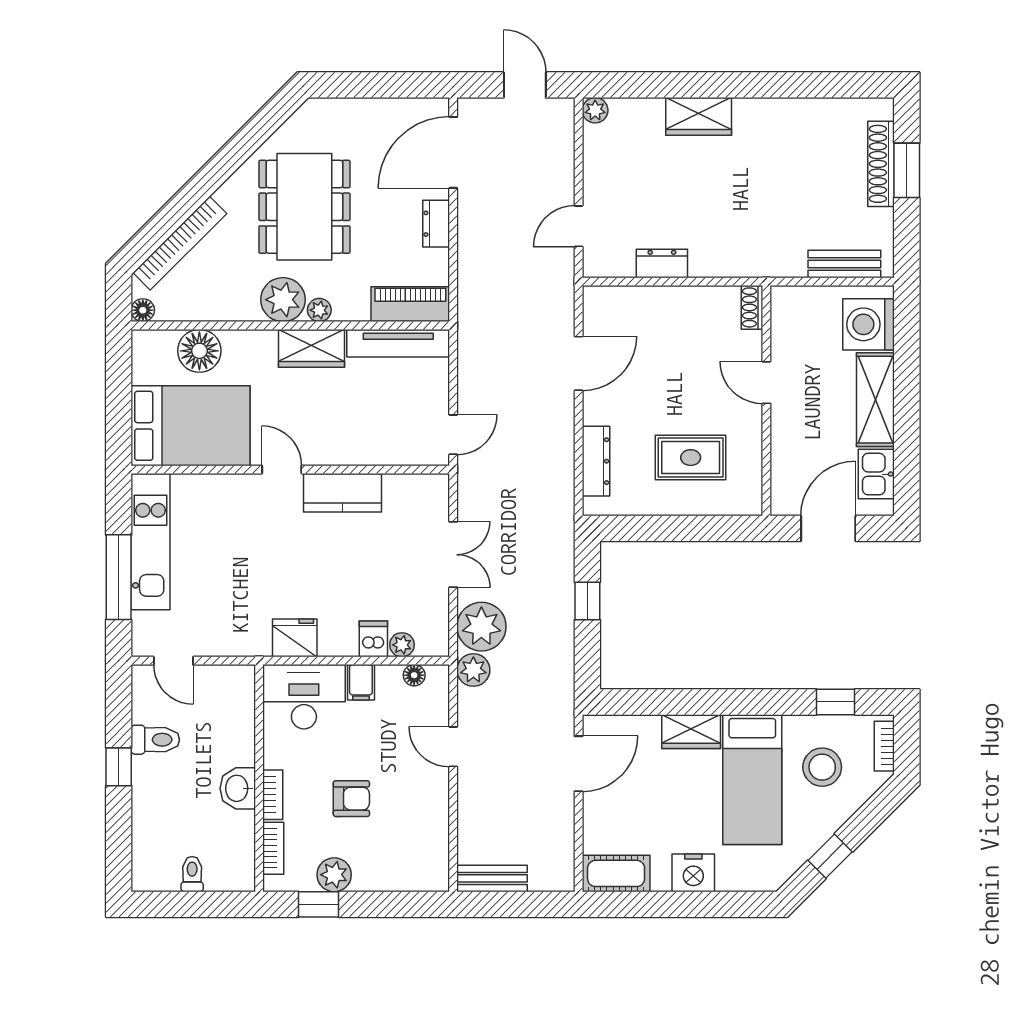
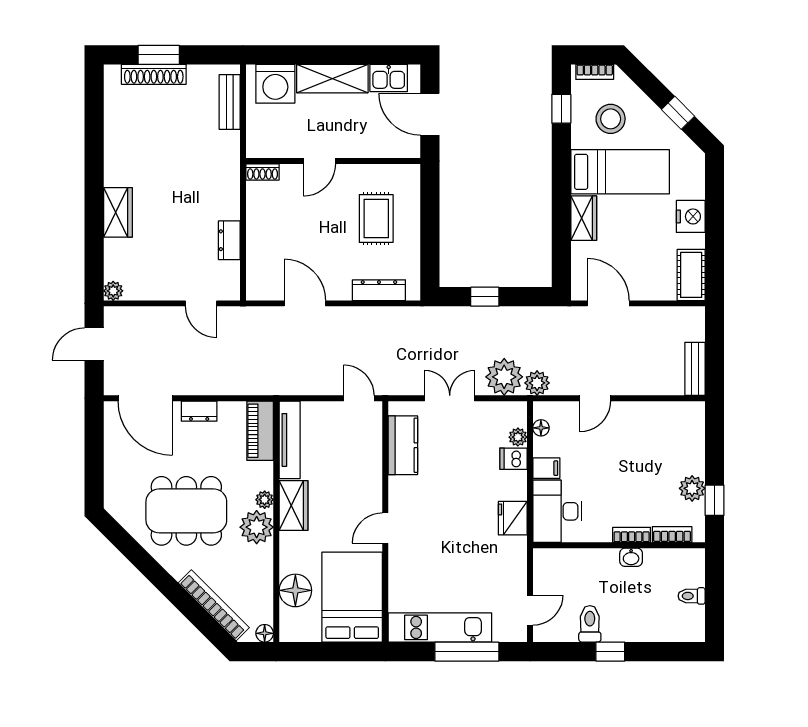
kitchen counter: (343, 493) -> (403, 445), moved
washbasin: (238, 788) -> (631, 557), width x0.72, depth x0.69
armchair: (351, 799) -> (634, 475), removed

